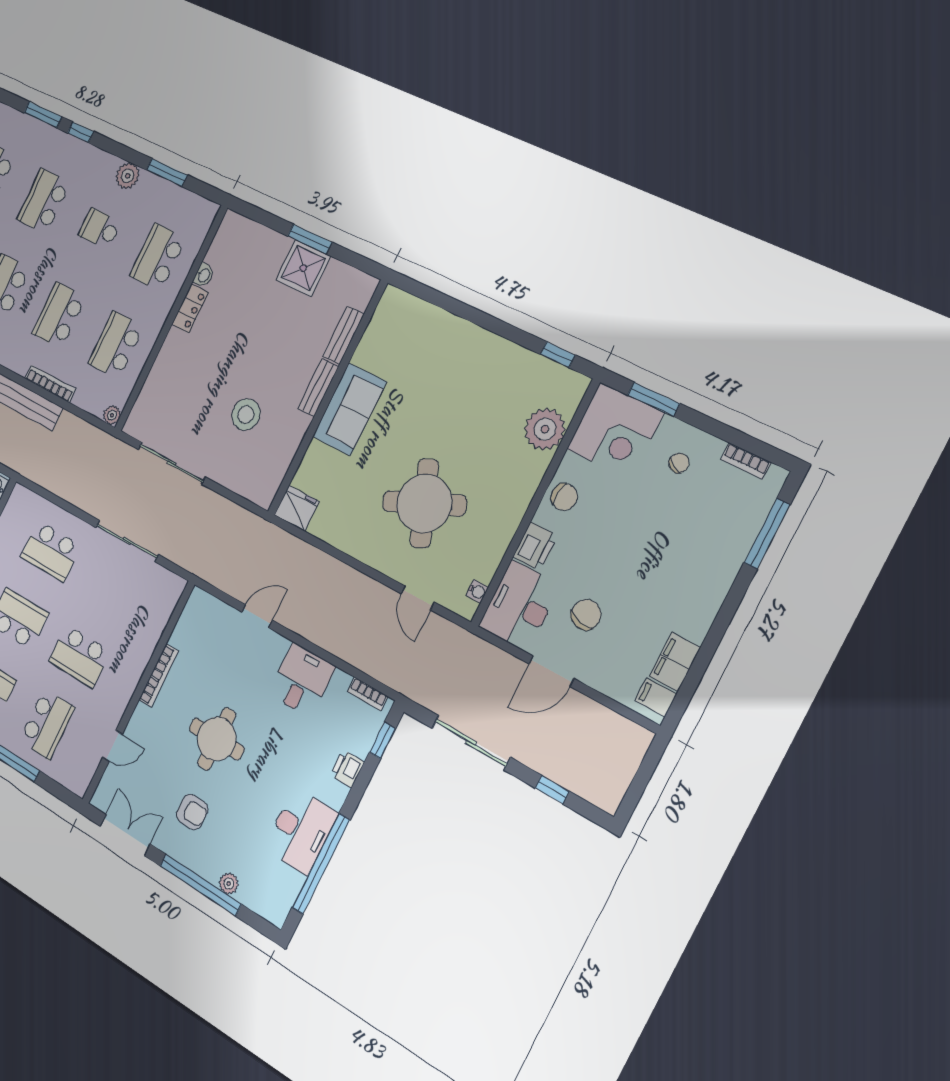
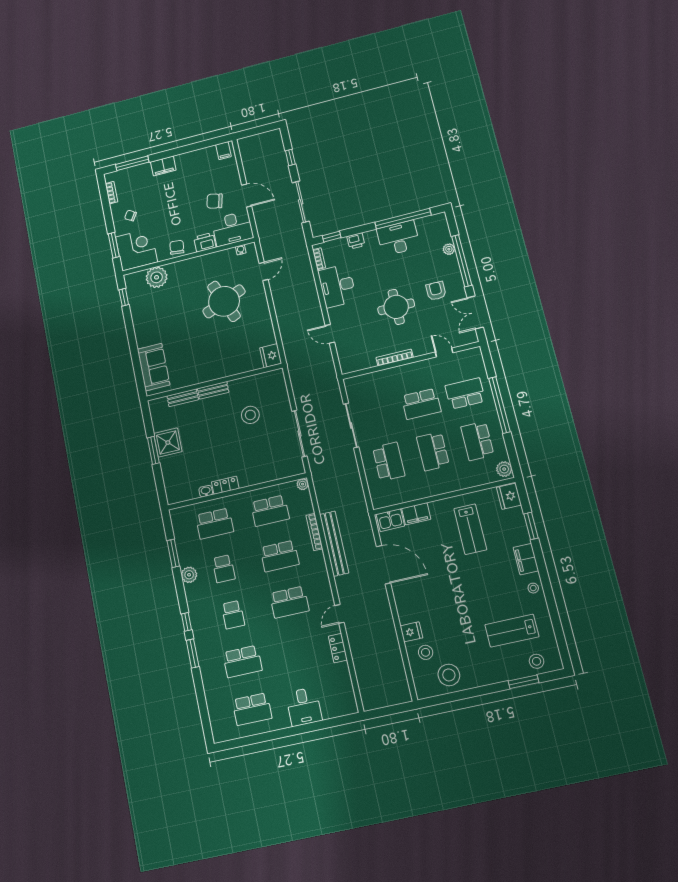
school desk: (44, 201) -> (233, 615), width x0.54
sofa: (349, 409) -> (154, 367), moved, turned 90
school desk: (80, 656) -> (421, 404), turned 90
filing cabinet: (675, 662) -> (163, 166), moved
desk: (302, 680) -> (337, 286), width x1.37

